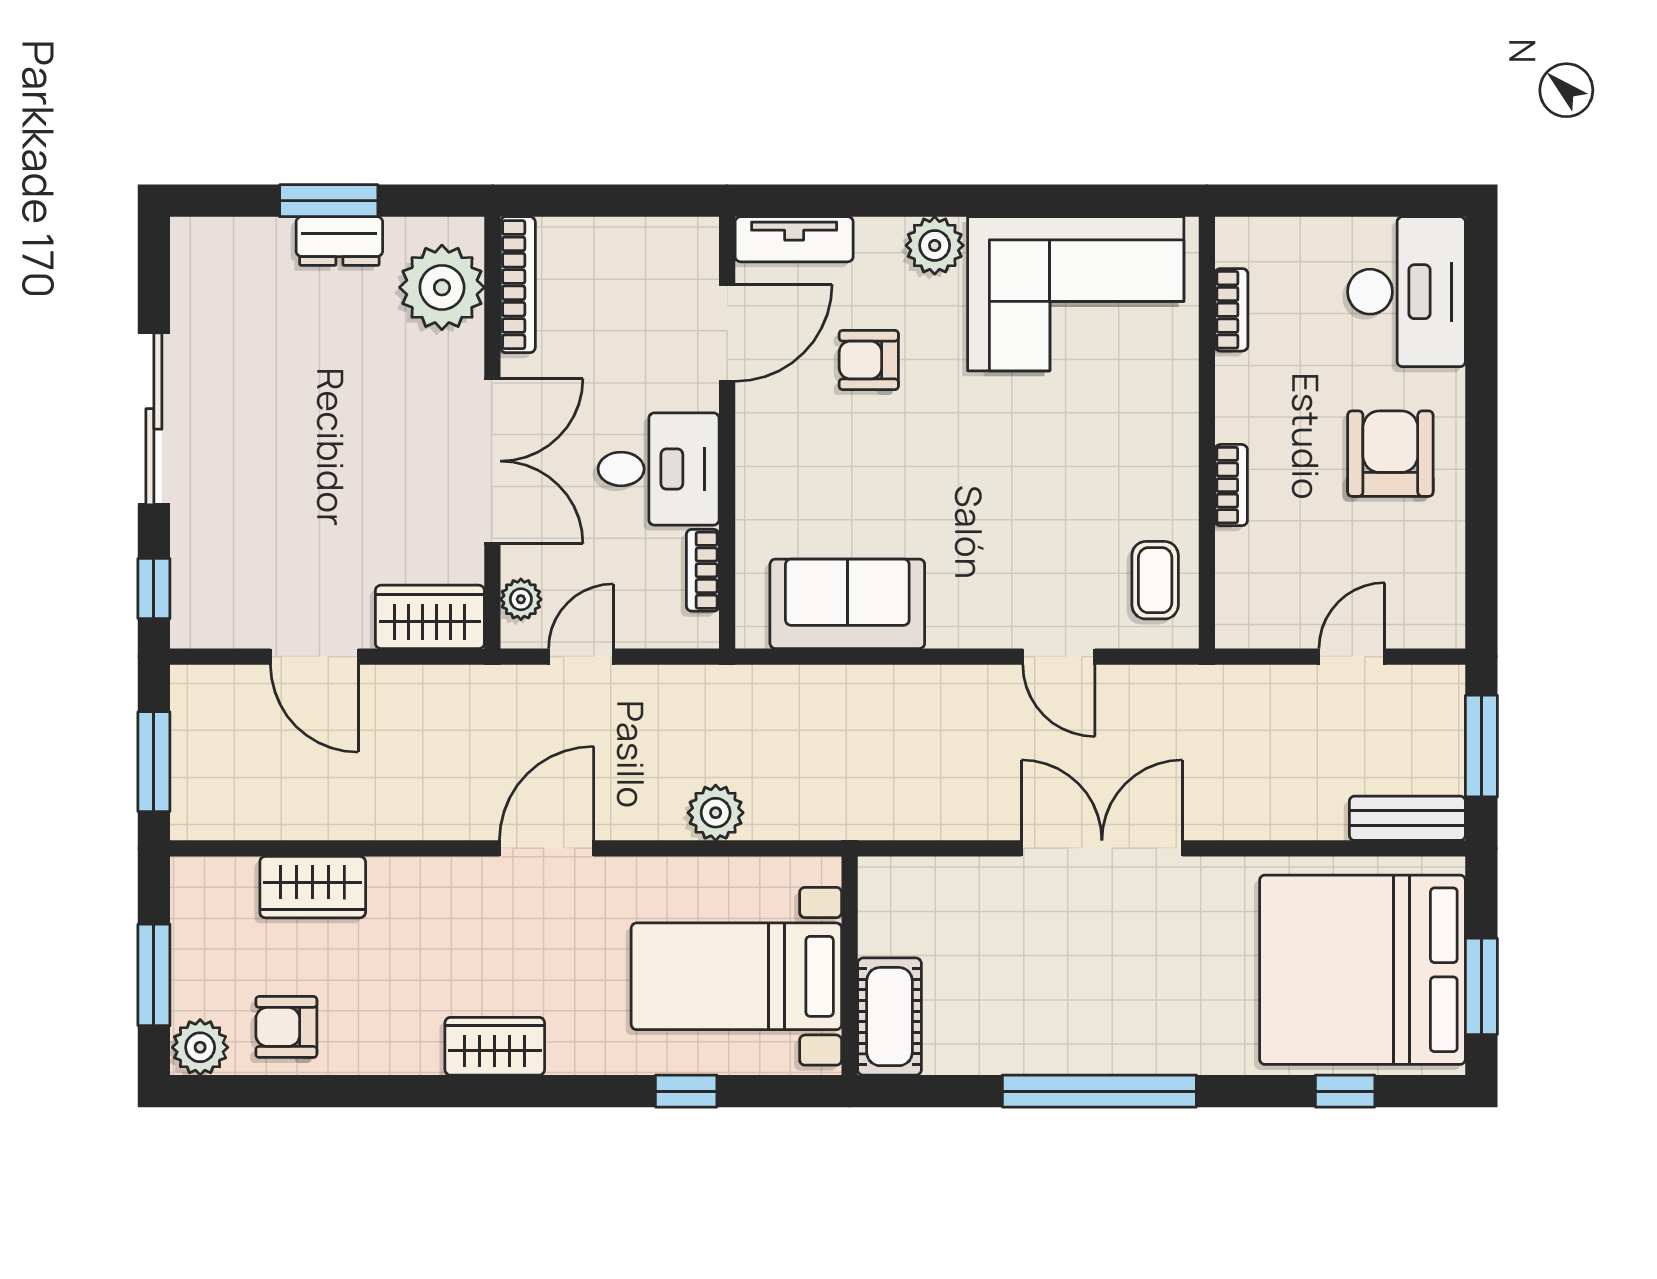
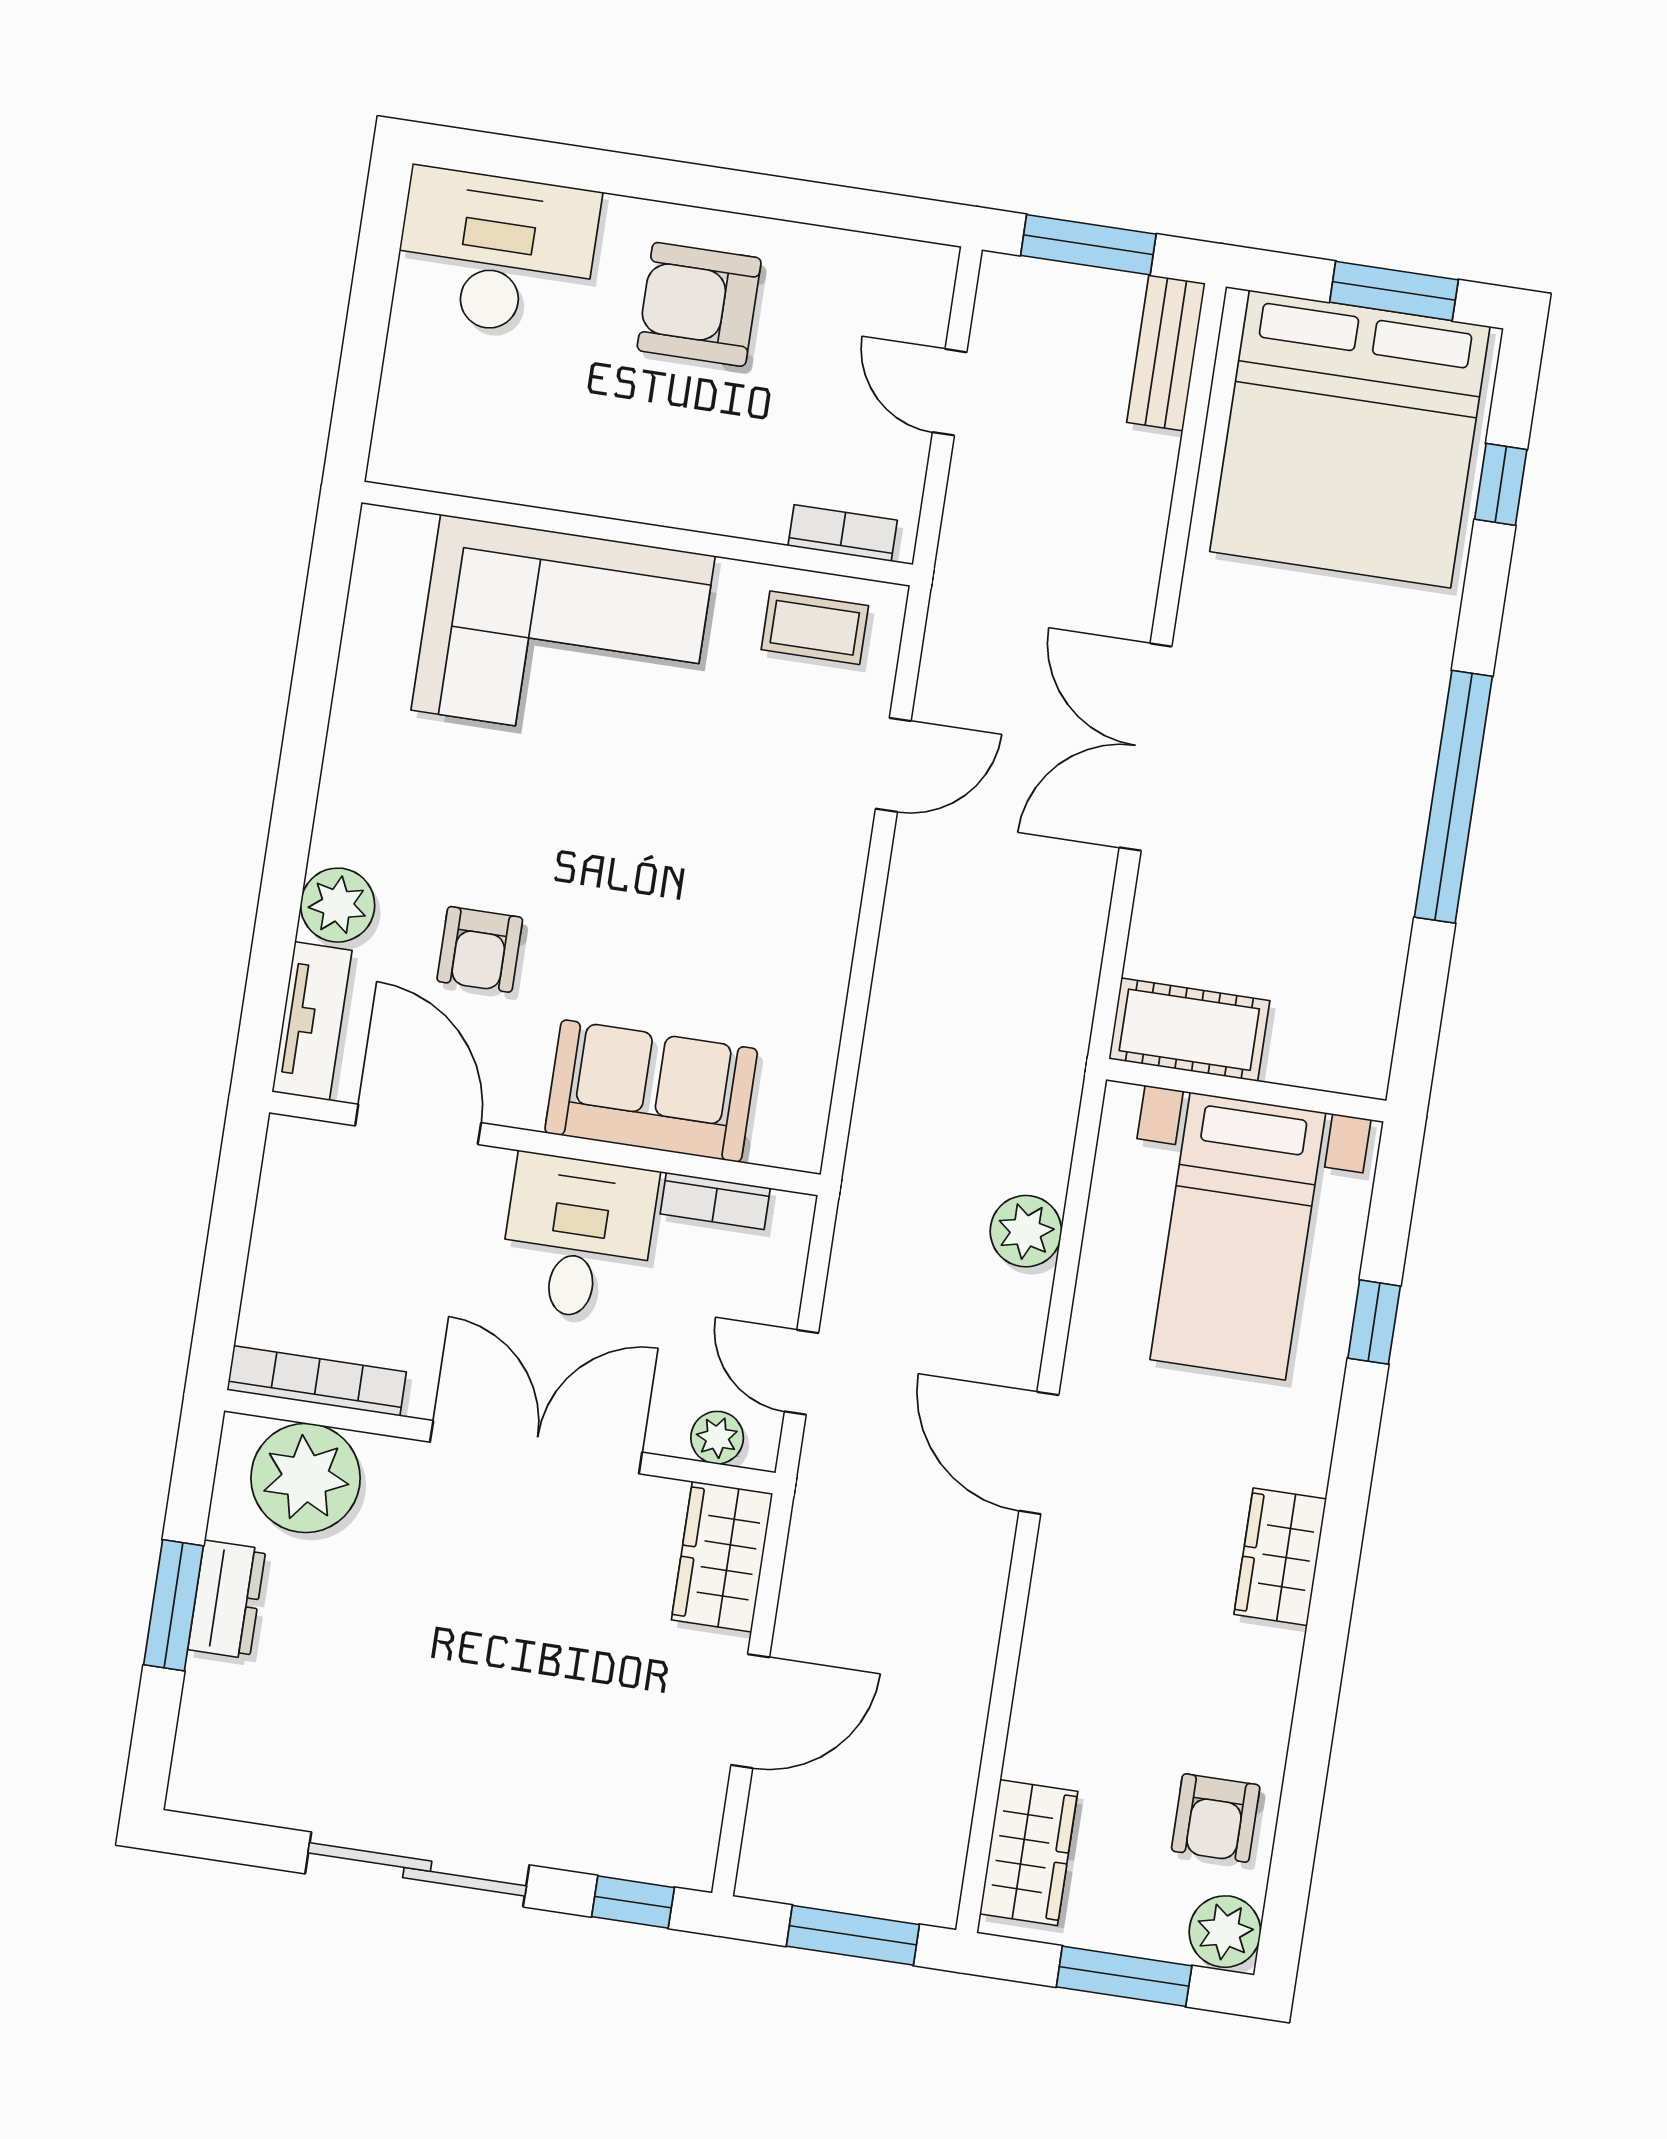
plant: (935, 245) -> (338, 905), moved
corner sofa: (1076, 294) -> (563, 633), moved, turned 90
bookcase: (1231, 310) -> (486, 479), removed
bookcase: (1231, 485) -> (843, 533), moved
sofa: (847, 604) -> (651, 1091), moved, turned 90
wardrobe: (313, 887) -> (1029, 1853), moved
cot: (889, 1017) -> (1189, 1030), moved

